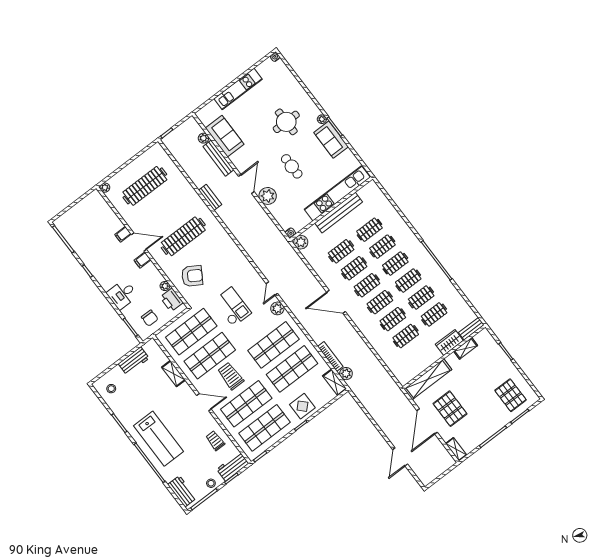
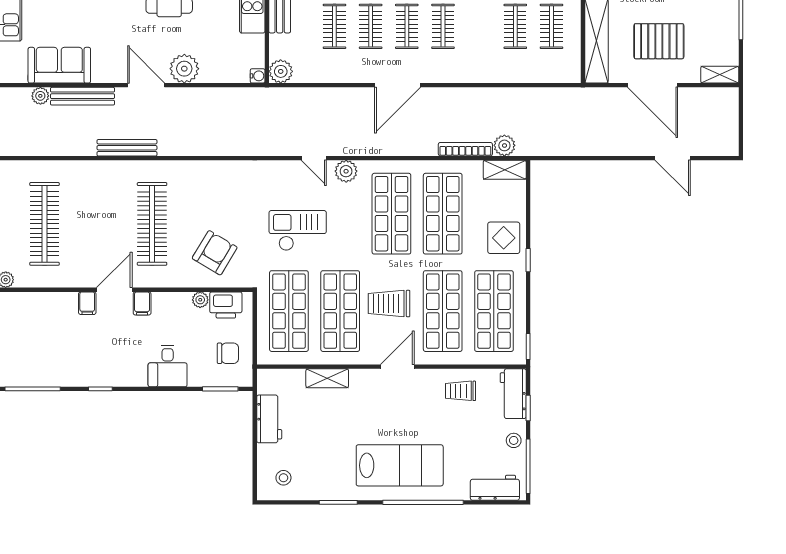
bench: (210, 197) -> (127, 148), width x1.36
clothes rail: (393, 319) -> (551, 26), moved

